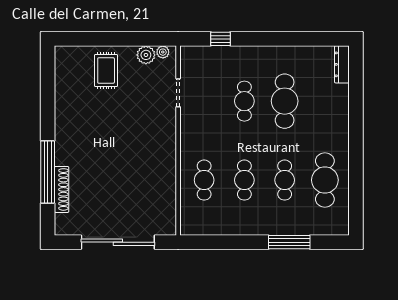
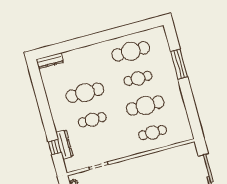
dresser: (220, 53) -> (64, 144), added
cafe table: (244, 180) -> (145, 106), width x1.37, depth x1.35

